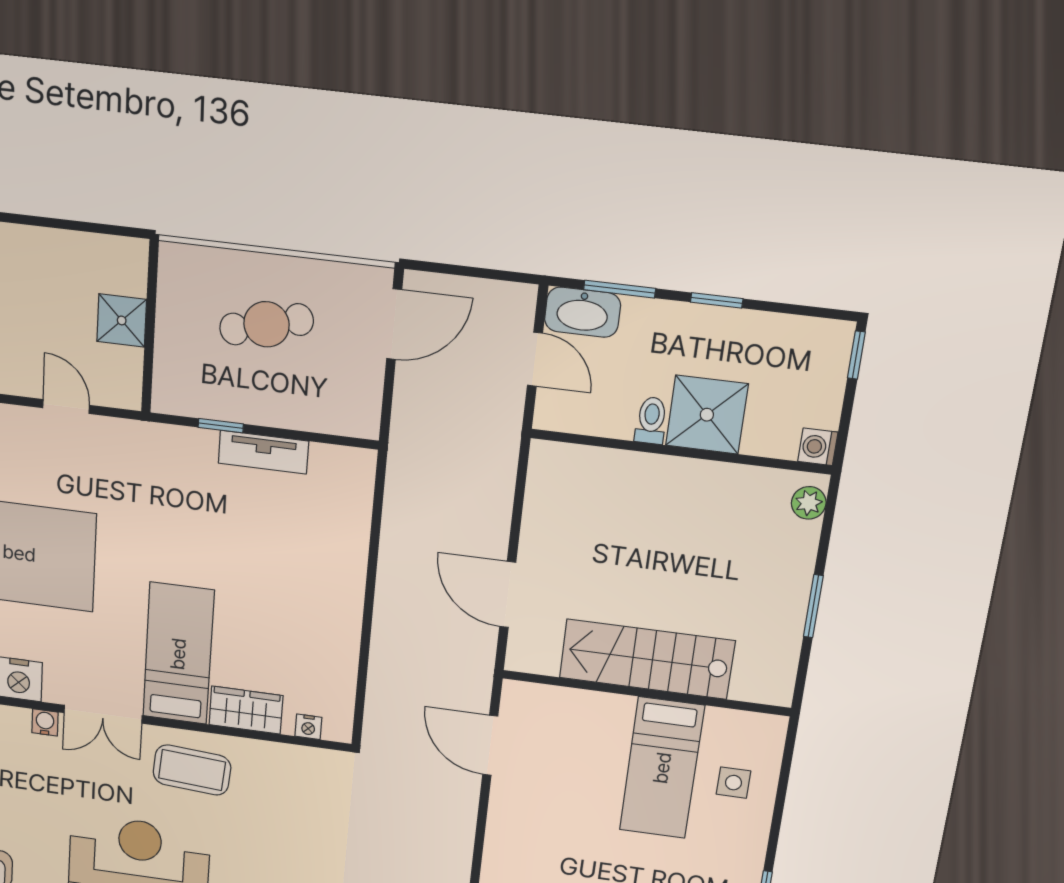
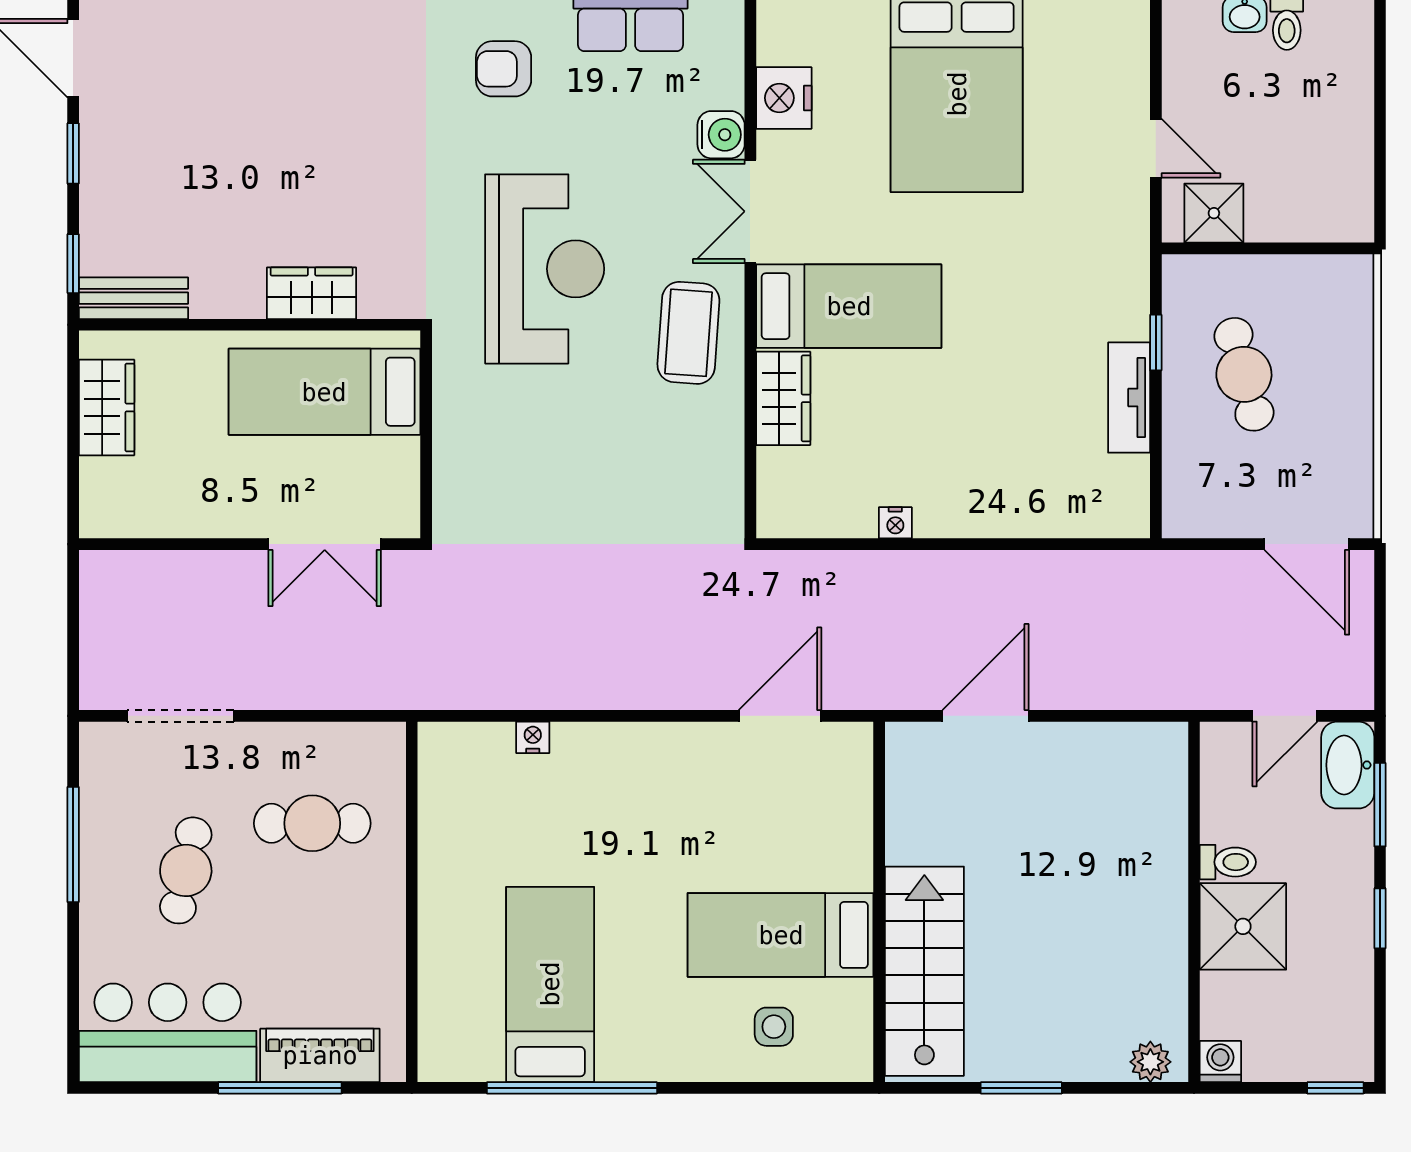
shower: (122, 320) -> (1214, 213), moved
cafe table: (267, 324) -> (1244, 374), moved
door: (66, 407) -> (1156, 148), hinge flipped
stairs: (647, 659) -> (924, 971), moved
water cooler: (45, 722) -> (721, 135), width x1.38, depth x1.38
nightstand: (308, 727) -> (895, 523), moved, turned -90

